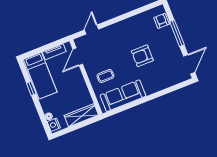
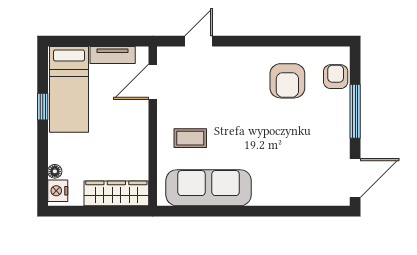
armchair: (142, 56) -> (287, 81), moved, turned -90

